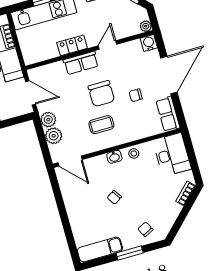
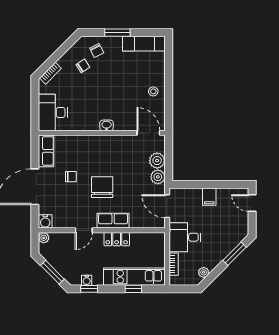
coffee table: (101, 125) -> (110, 158), removed
stool: (134, 153) -> (153, 91), moved
chair: (114, 197) -> (83, 66), moved

